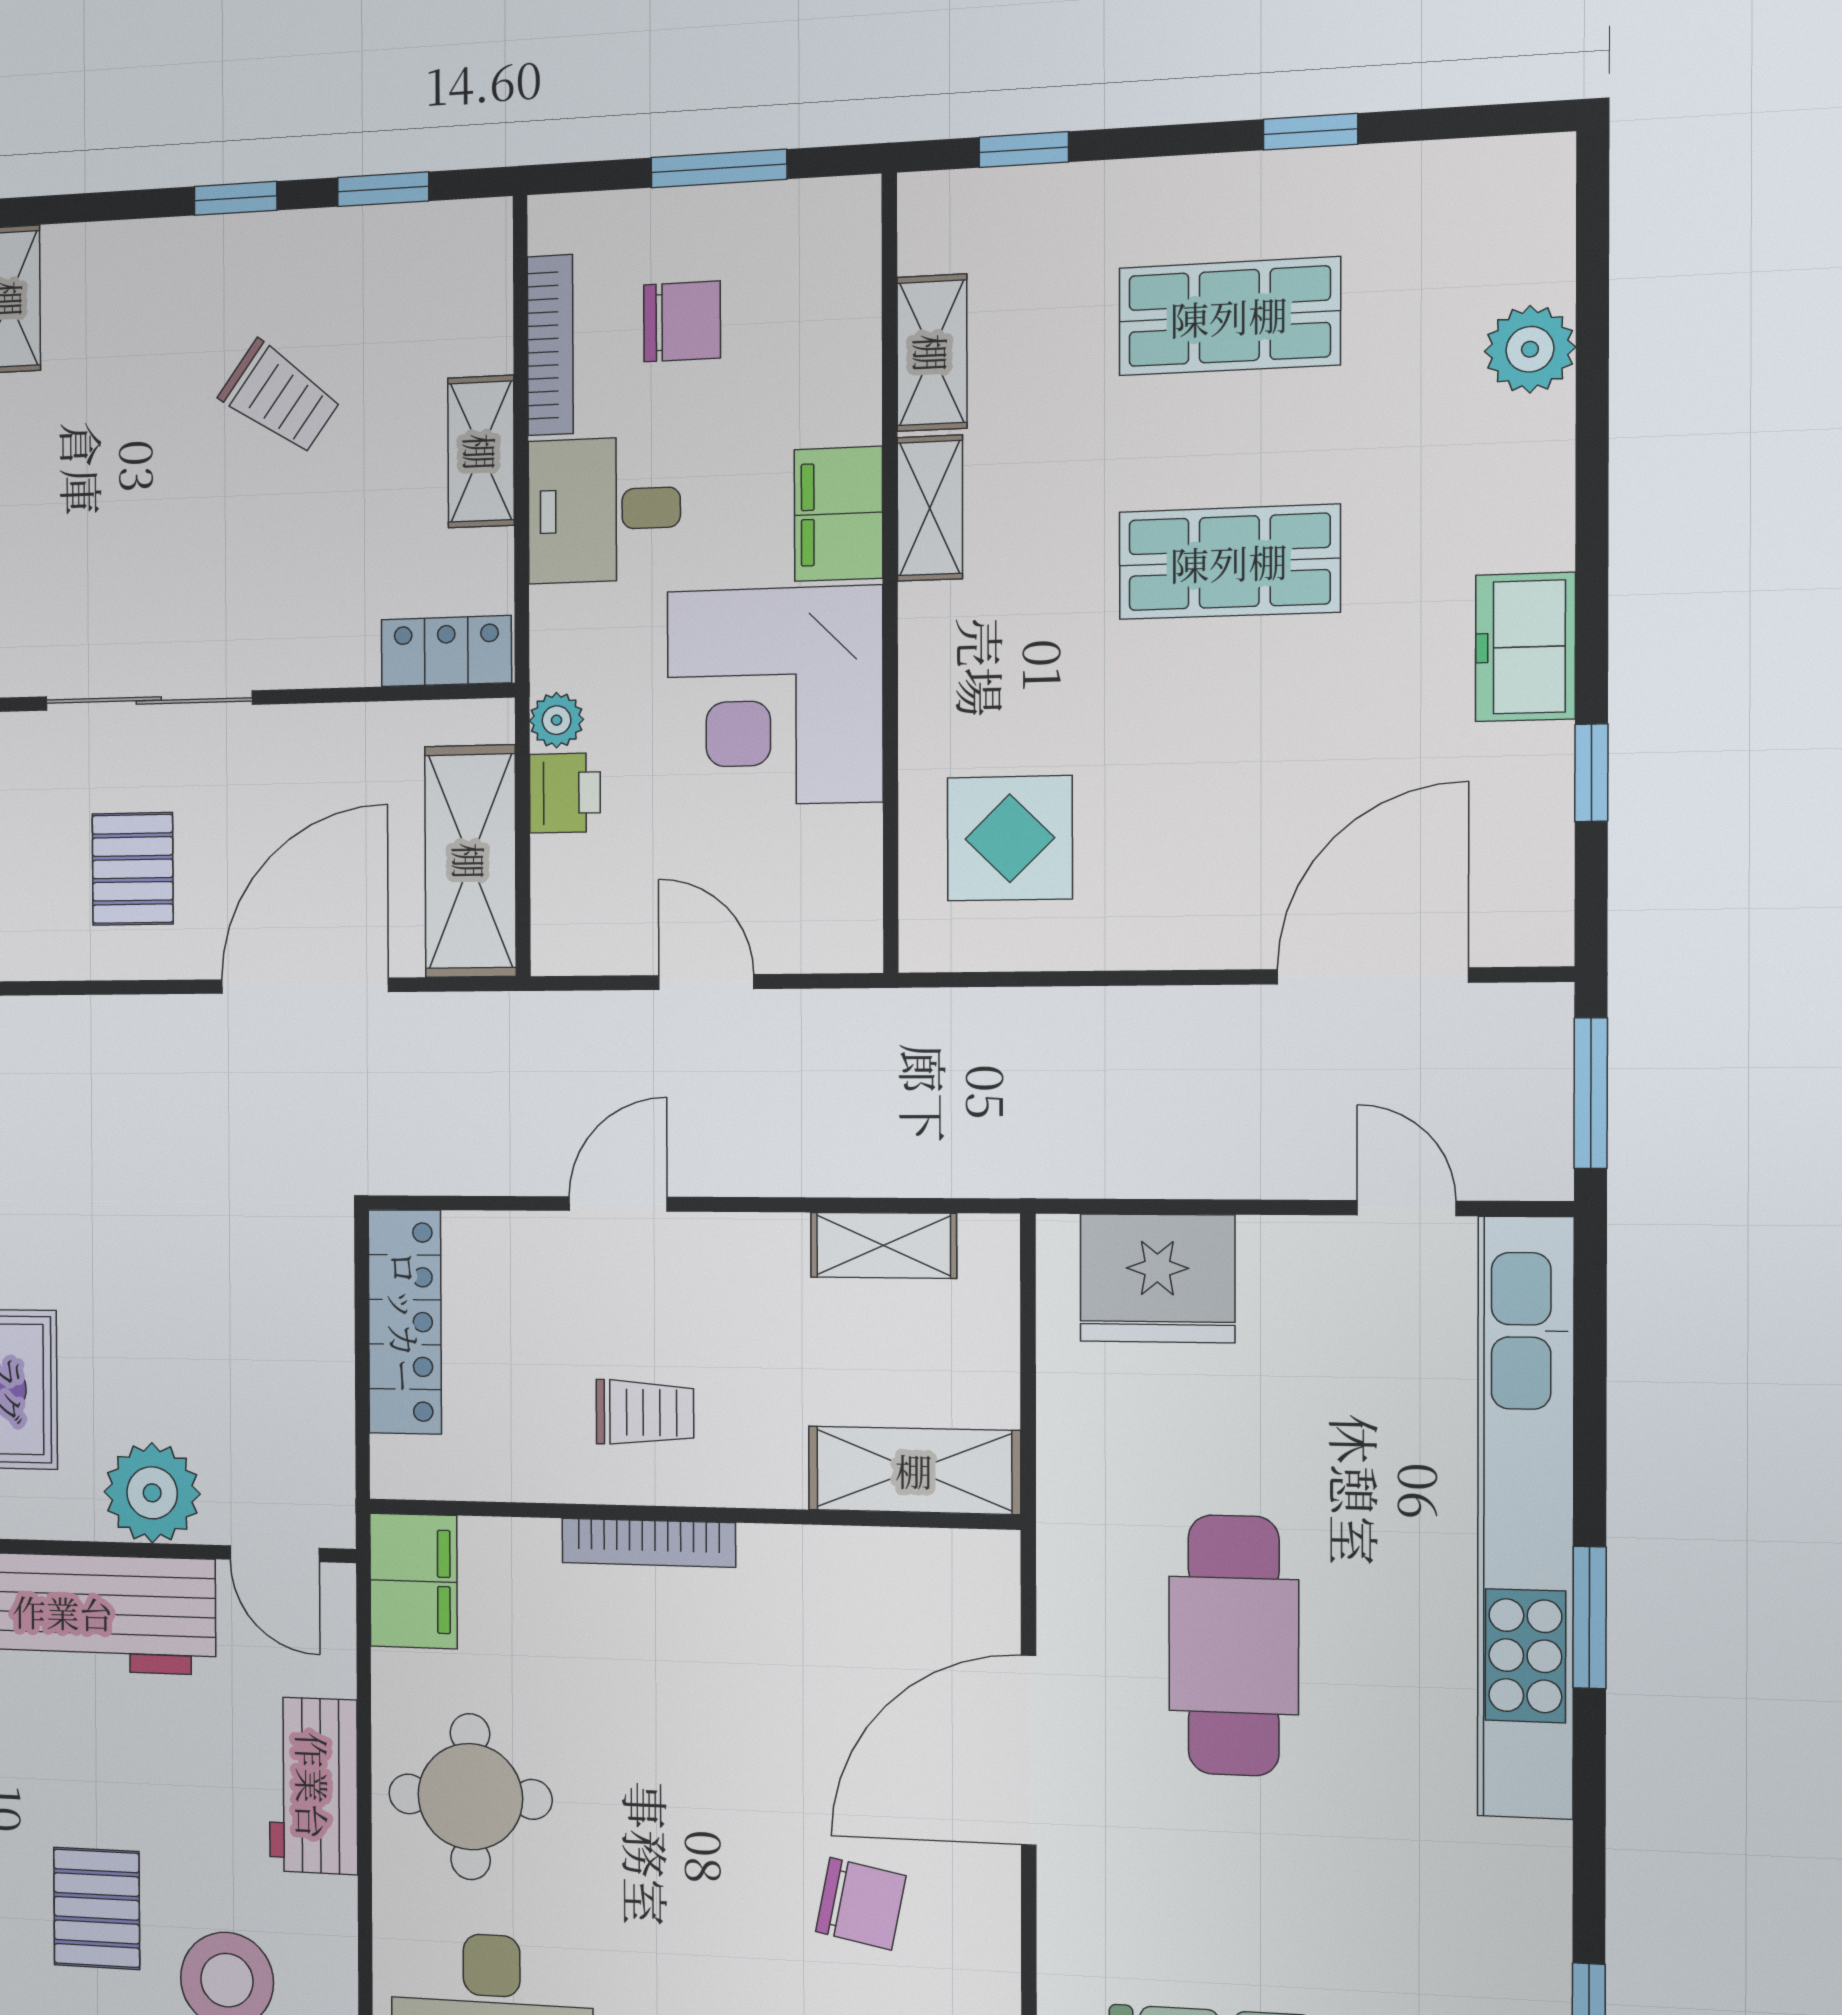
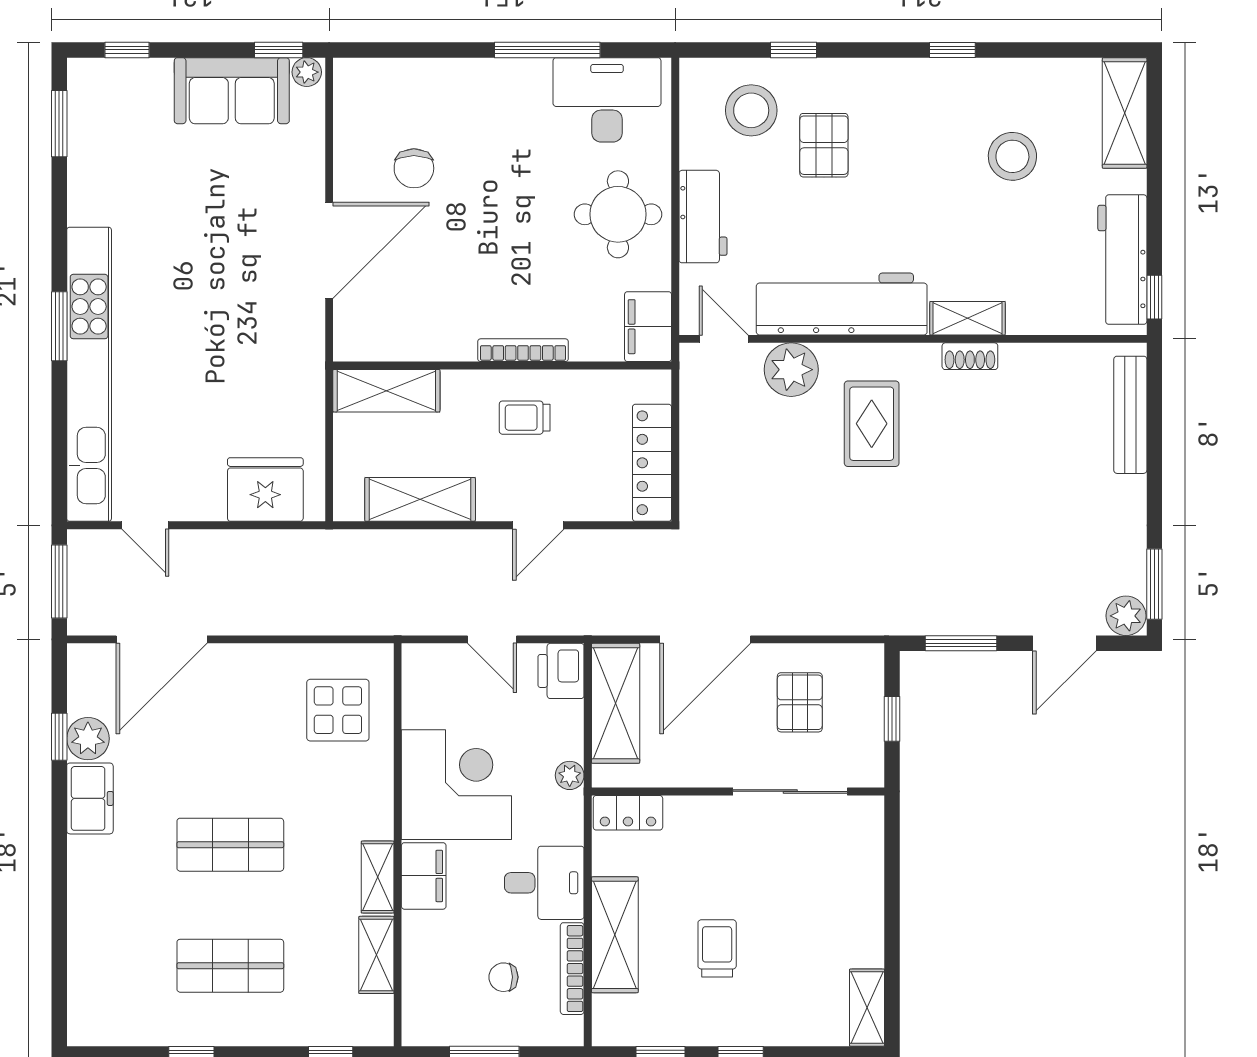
chair: (682, 321) -> (503, 977), width x0.73, depth x0.73
plant: (1530, 349) -> (88, 739), moved
trolley: (280, 397) -> (717, 948), turned 54
shelving: (481, 452) -> (615, 935), width x1.50, depth x1.33
printer: (565, 793) -> (561, 671), moved, width x1.36, depth x1.24
shelving: (883, 1245) -> (420, 499), width x1.50, depth x1.33
cafe table: (1234, 1645) -> (228, 307), removed
chair: (861, 1904) -> (414, 168), turned -101

